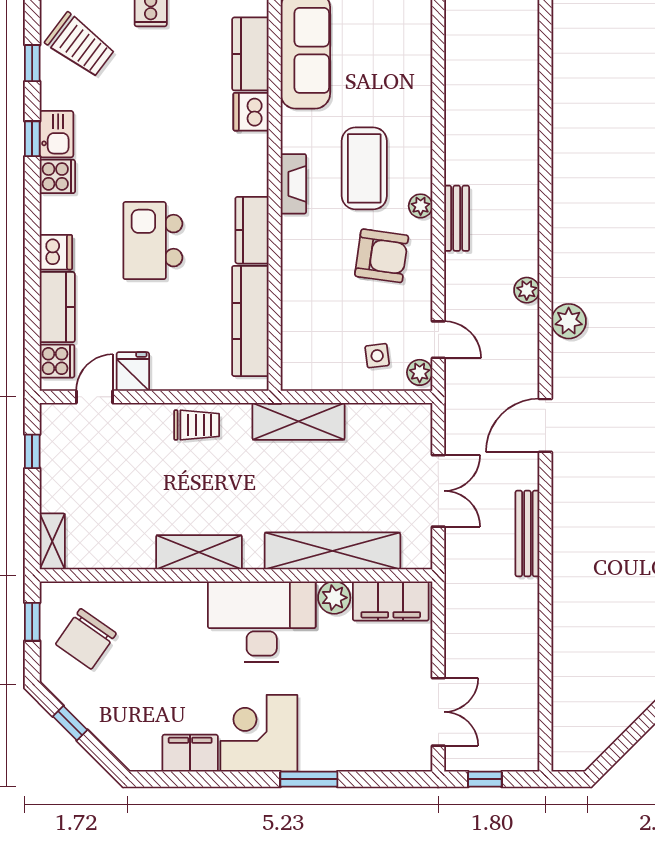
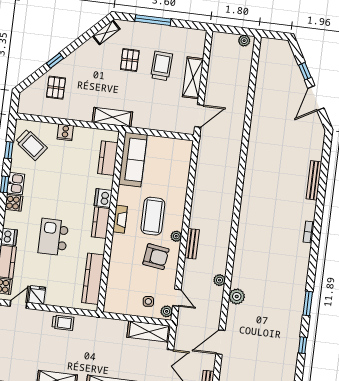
dishwasher: (251, 112) -> (103, 198), moved
kitchen counter: (252, 230) -> (101, 223), moved
shelving: (298, 421) -> (149, 332), moved

